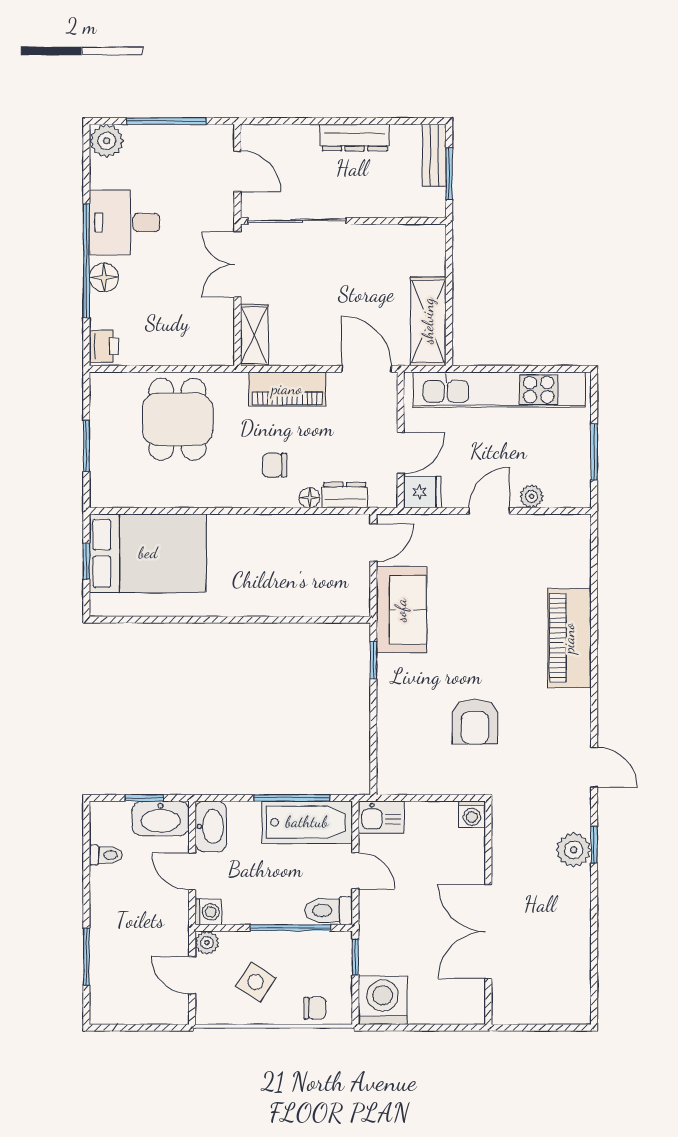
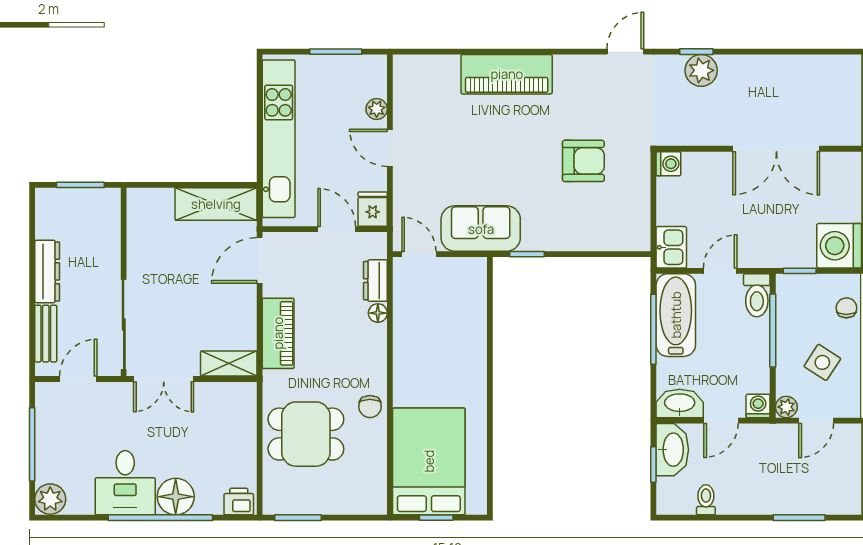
bench: (434, 155) -> (46, 334), moved, turned 90
floor lamp: (104, 277) -> (176, 497), width x1.38, depth x1.38
window: (86, 446) -> (298, 518), moved
chair: (275, 465) -> (370, 407), moved

